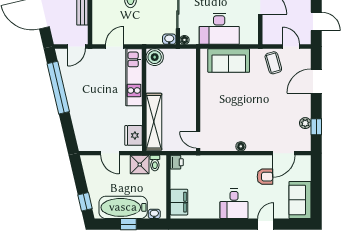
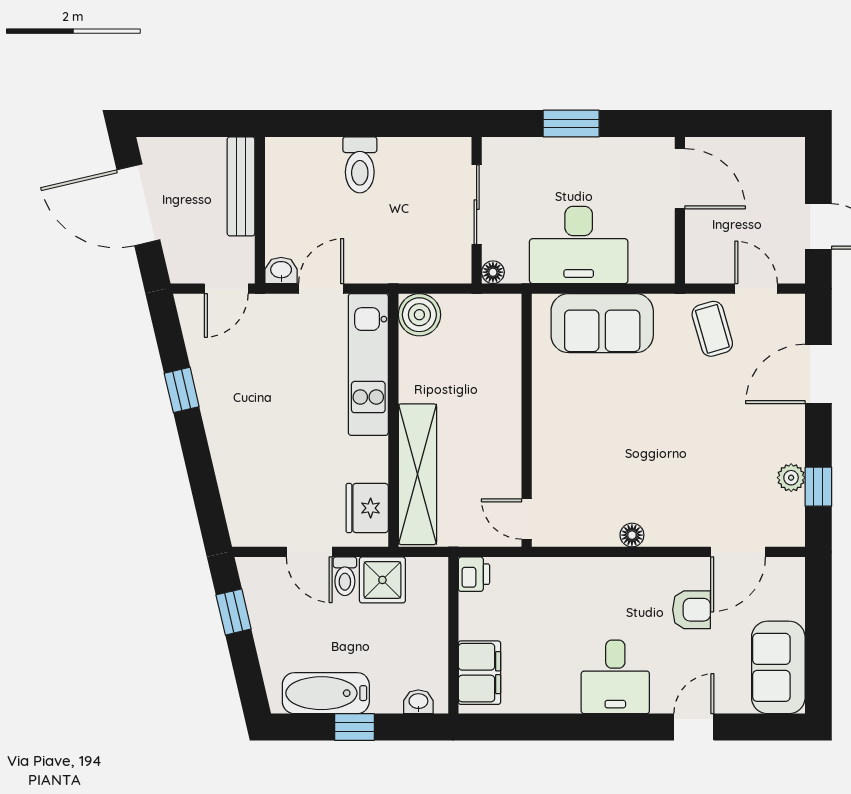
washbasin: (169, 39) -> (281, 270), moved
window: (58, 88) -> (182, 390), width x0.32
toilet: (155, 163) -> (345, 576), moved
window: (85, 202) -> (234, 612), moved
bathtub: (123, 207) -> (326, 693), width x0.73, depth x0.73

